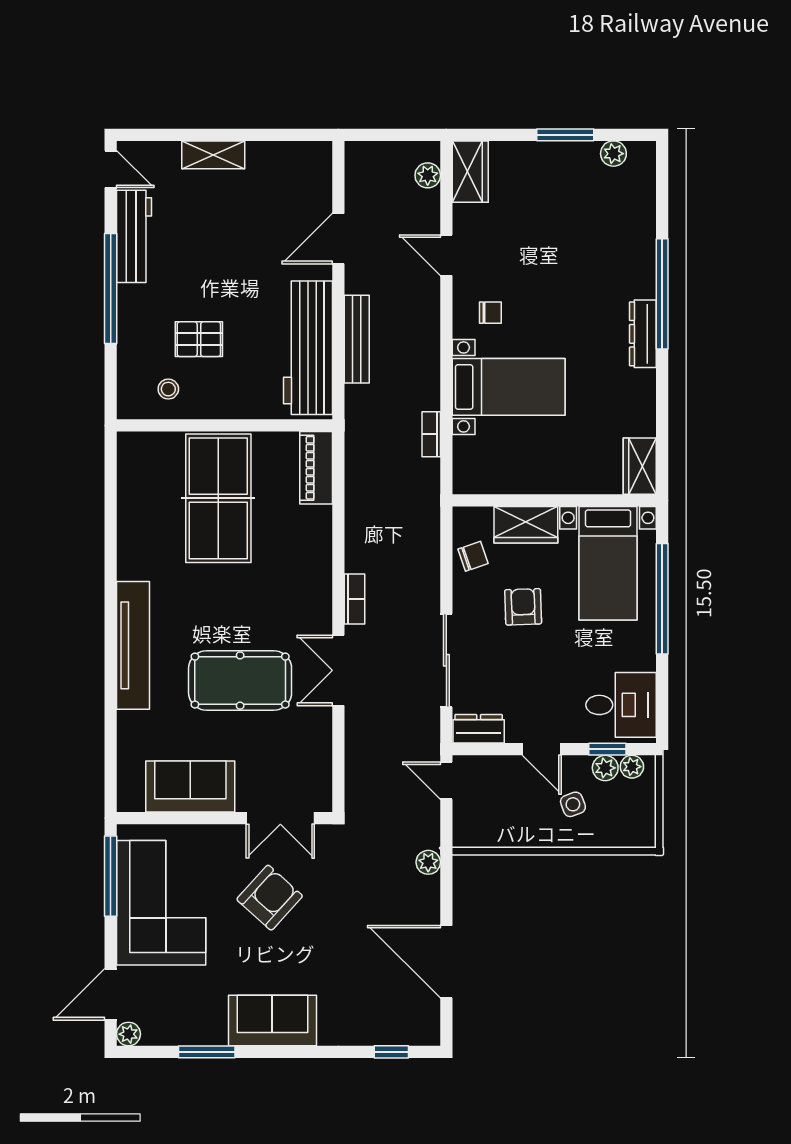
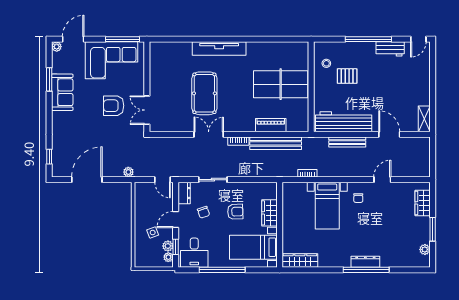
shelving: (213, 155) -> (424, 119), moved
wardrobe: (470, 172) -> (423, 203), moved, turned 90
plant: (428, 175) -> (416, 172), removed
workbench: (134, 236) -> (390, 49), width x0.73
dresser: (643, 334) -> (365, 262), moved
pallet: (199, 339) -> (347, 76), turned 90
wardrobe: (640, 466) -> (300, 260), width x1.50
piano: (316, 468) -> (271, 125), moved
bench: (360, 510) -> (276, 143), added
chair: (473, 556) -> (204, 212), moved
window: (662, 599) -> (222, 270), moved
sliding door: (446, 660) -> (213, 180), width x0.73
door: (446, 781) -> (163, 180), swing flipped
sofa: (190, 786) -> (160, 73), removed
armchair: (270, 898) -> (114, 106), turned 138
door: (111, 994) -> (73, 39), hinge flipped
sofa: (272, 1021) -> (62, 92), moved

